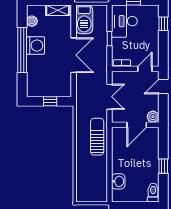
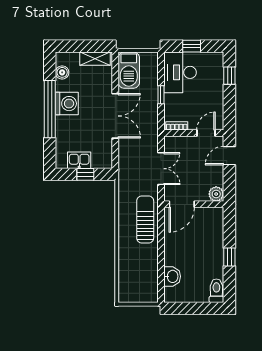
kitchen sink: (45, 90) -> (79, 160), added
door: (137, 125) -> (182, 204), moved

